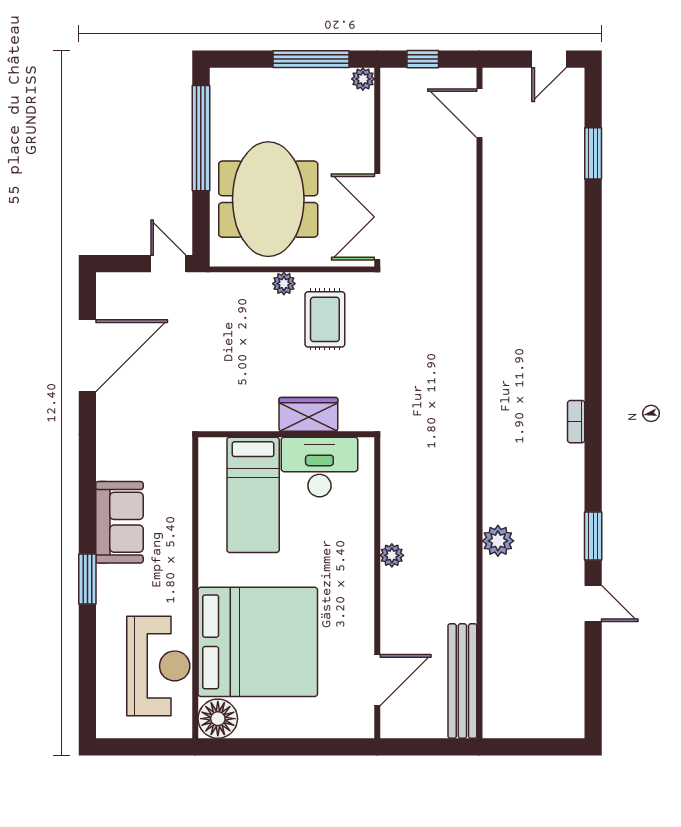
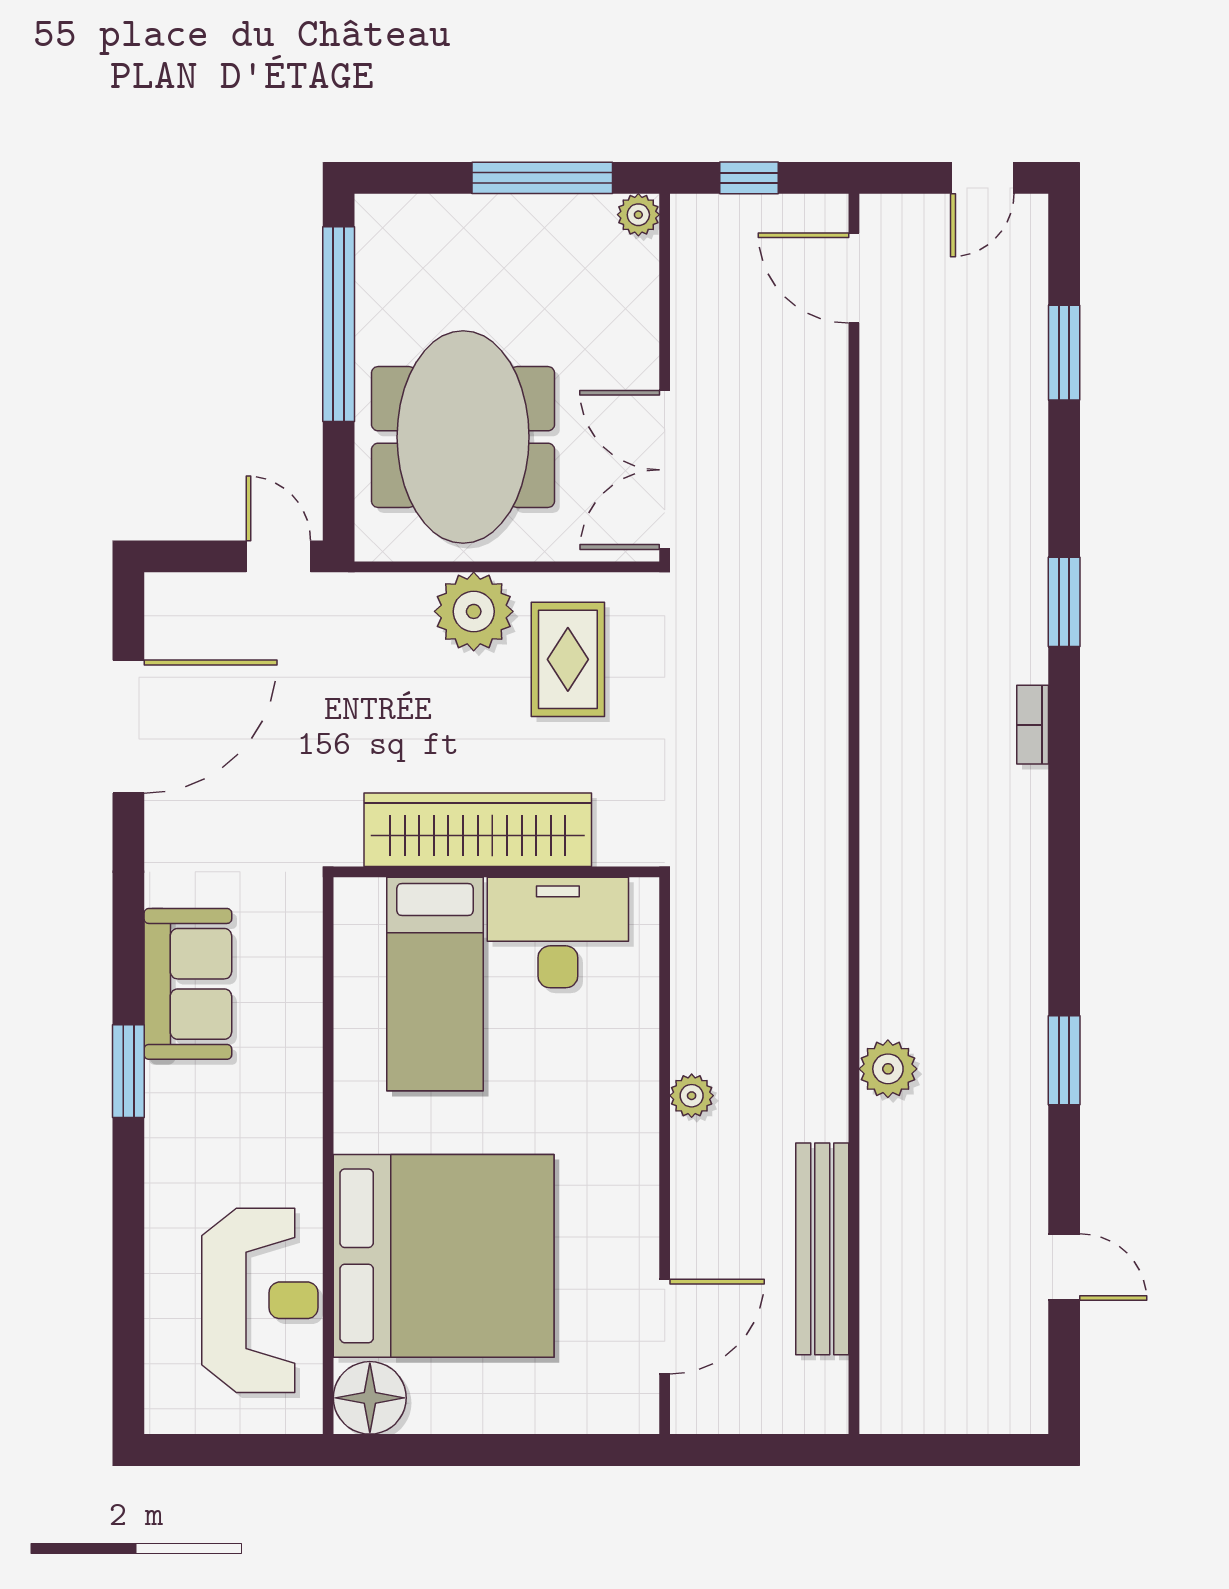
plant: (284, 284) -> (474, 611), width x1.88, depth x1.88
window: (593, 288) -> (1064, 602), added
wardrobe: (308, 414) -> (478, 830), width x2.10, depth x1.17
bookcase: (576, 422) -> (1033, 725), moved
sofa: (119, 522) -> (188, 984), moved
window: (87, 579) -> (128, 1071), moved
door: (593, 603) -> (1064, 1267), moved
bench: (462, 681) -> (822, 1249), moved

